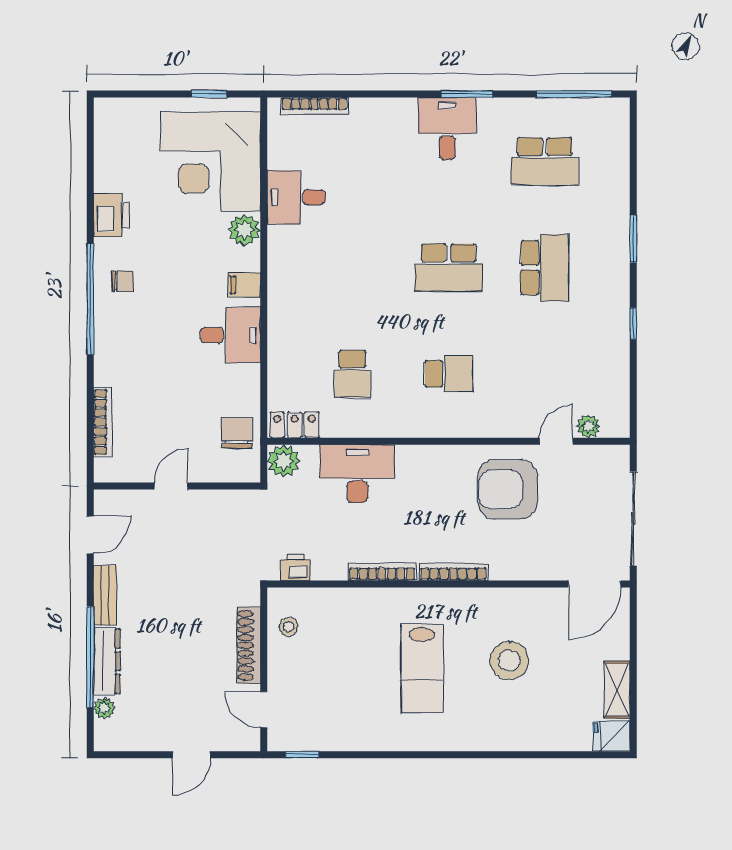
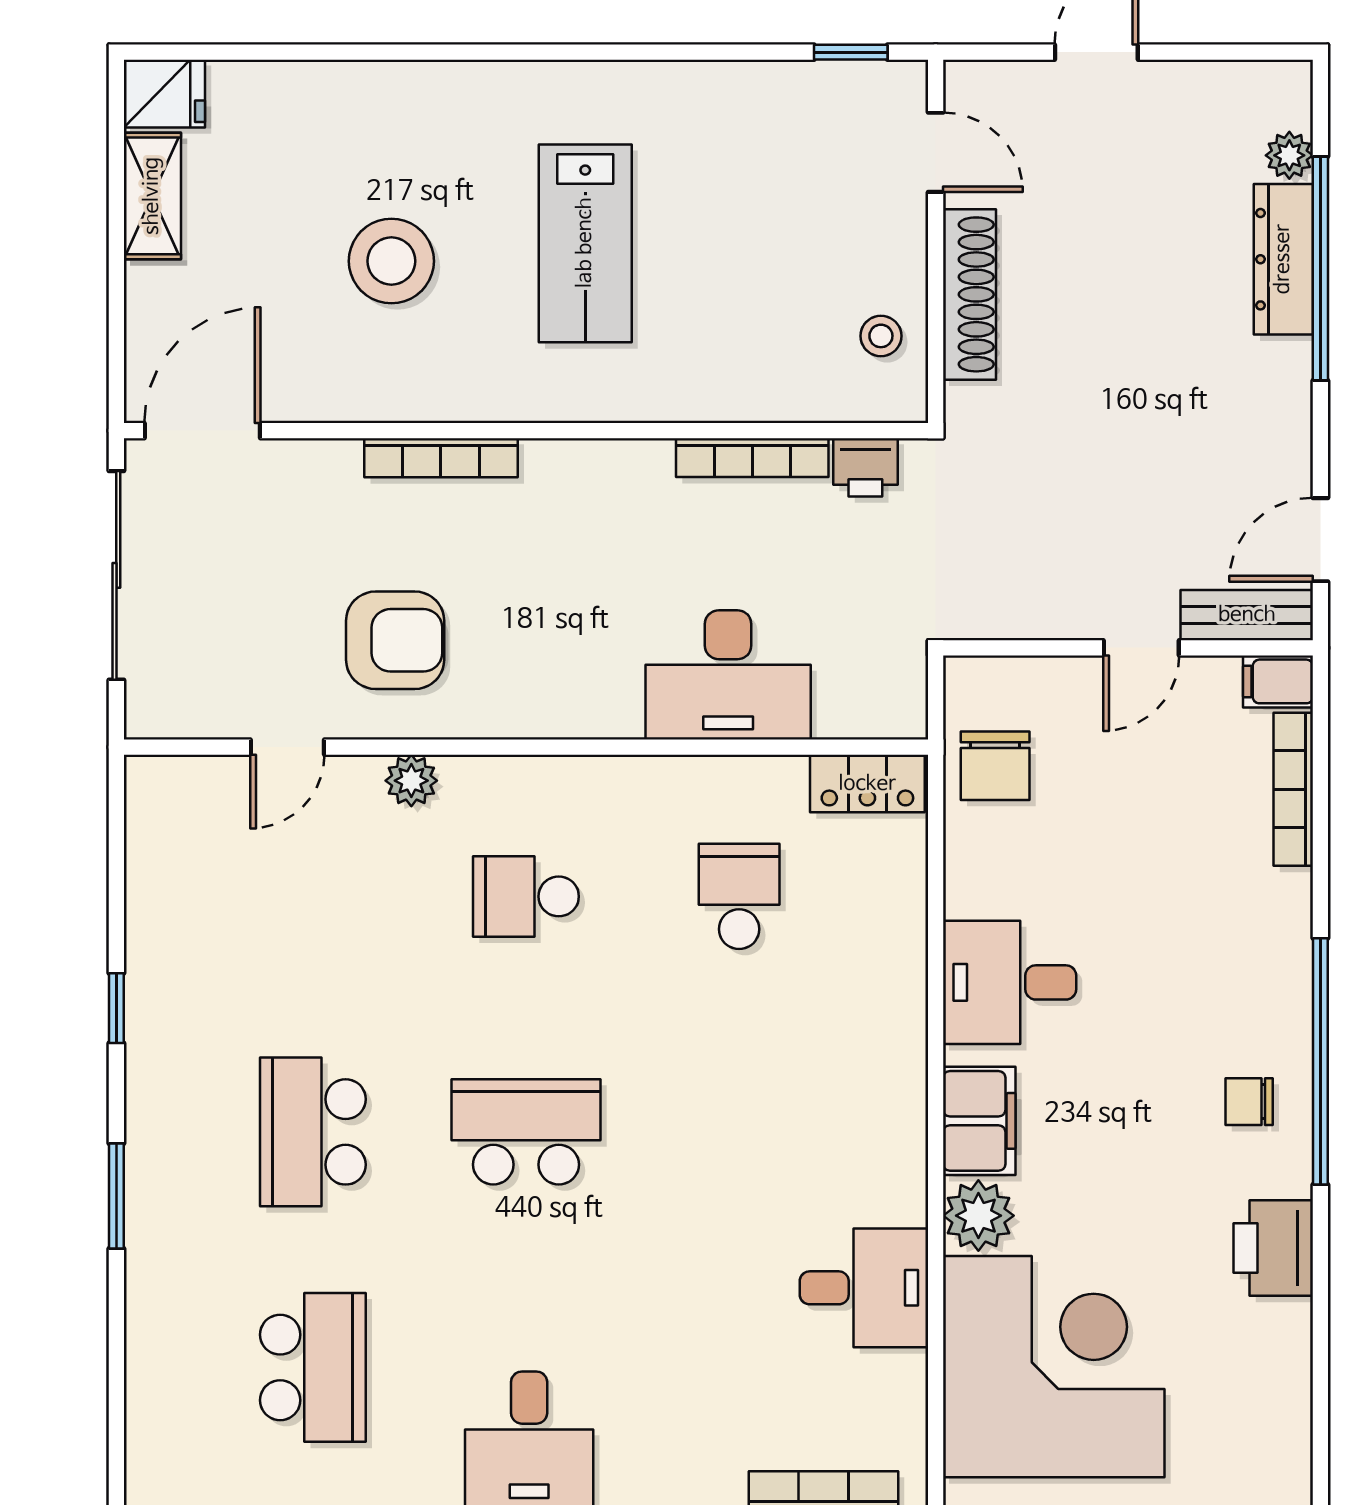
school desk: (545, 161) -> (313, 1367), turned 90
filing cabinet: (244, 285) -> (979, 1121), width x2.00
plant: (588, 426) -> (411, 781), moved
plant: (284, 461) -> (892, 703), removed
filing cabinet: (109, 471) -> (1278, 681), added
armchair: (508, 489) -> (395, 640), width x0.73, depth x0.73
bookcase: (382, 572) -> (752, 458), moved
bookcase: (453, 572) -> (441, 458), moved
bench: (105, 595) -> (1247, 615), moved, turned 90
lab bench: (422, 668) -> (585, 243), turned 180

